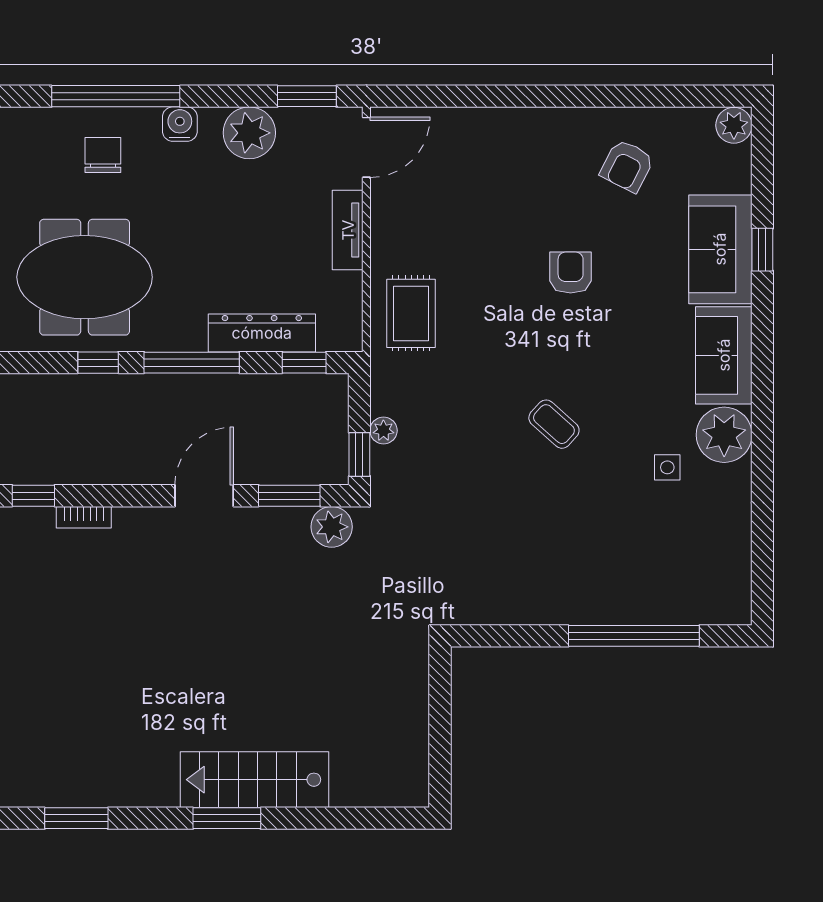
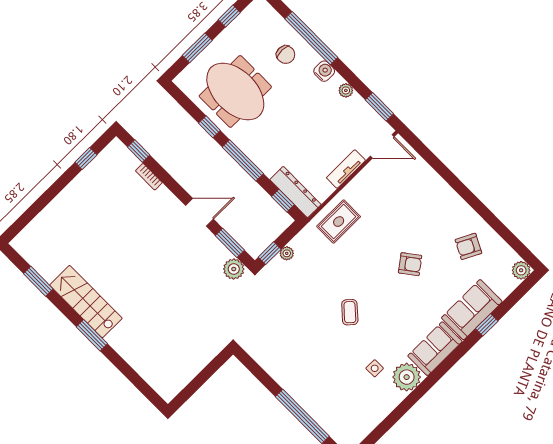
plant: (249, 133) -> (346, 90), width x0.53, depth x0.53
chair: (103, 155) -> (286, 55), turned 90
armchair: (571, 273) -> (410, 264), turned 53
dresser: (262, 333) -> (295, 192), moved
stairs: (254, 780) -> (86, 302), moved

